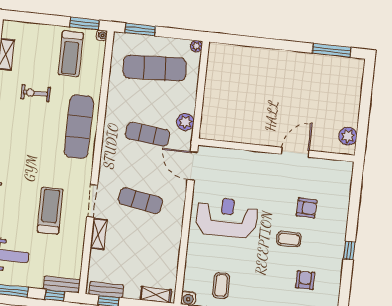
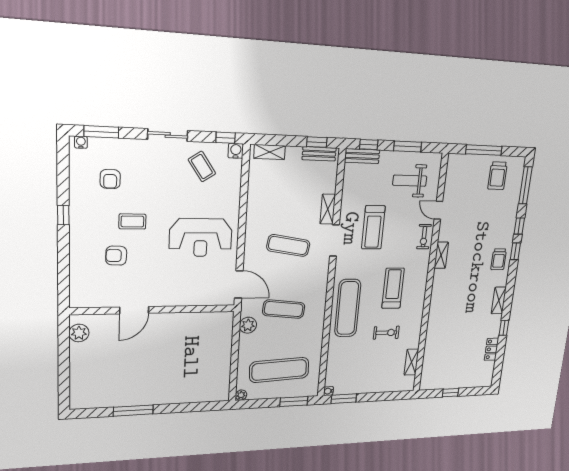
window: (332, 50) -> (133, 411), moved
treadmill: (71, 54) -> (393, 288), moved
coffee table: (221, 285) -> (202, 167), turned -34

